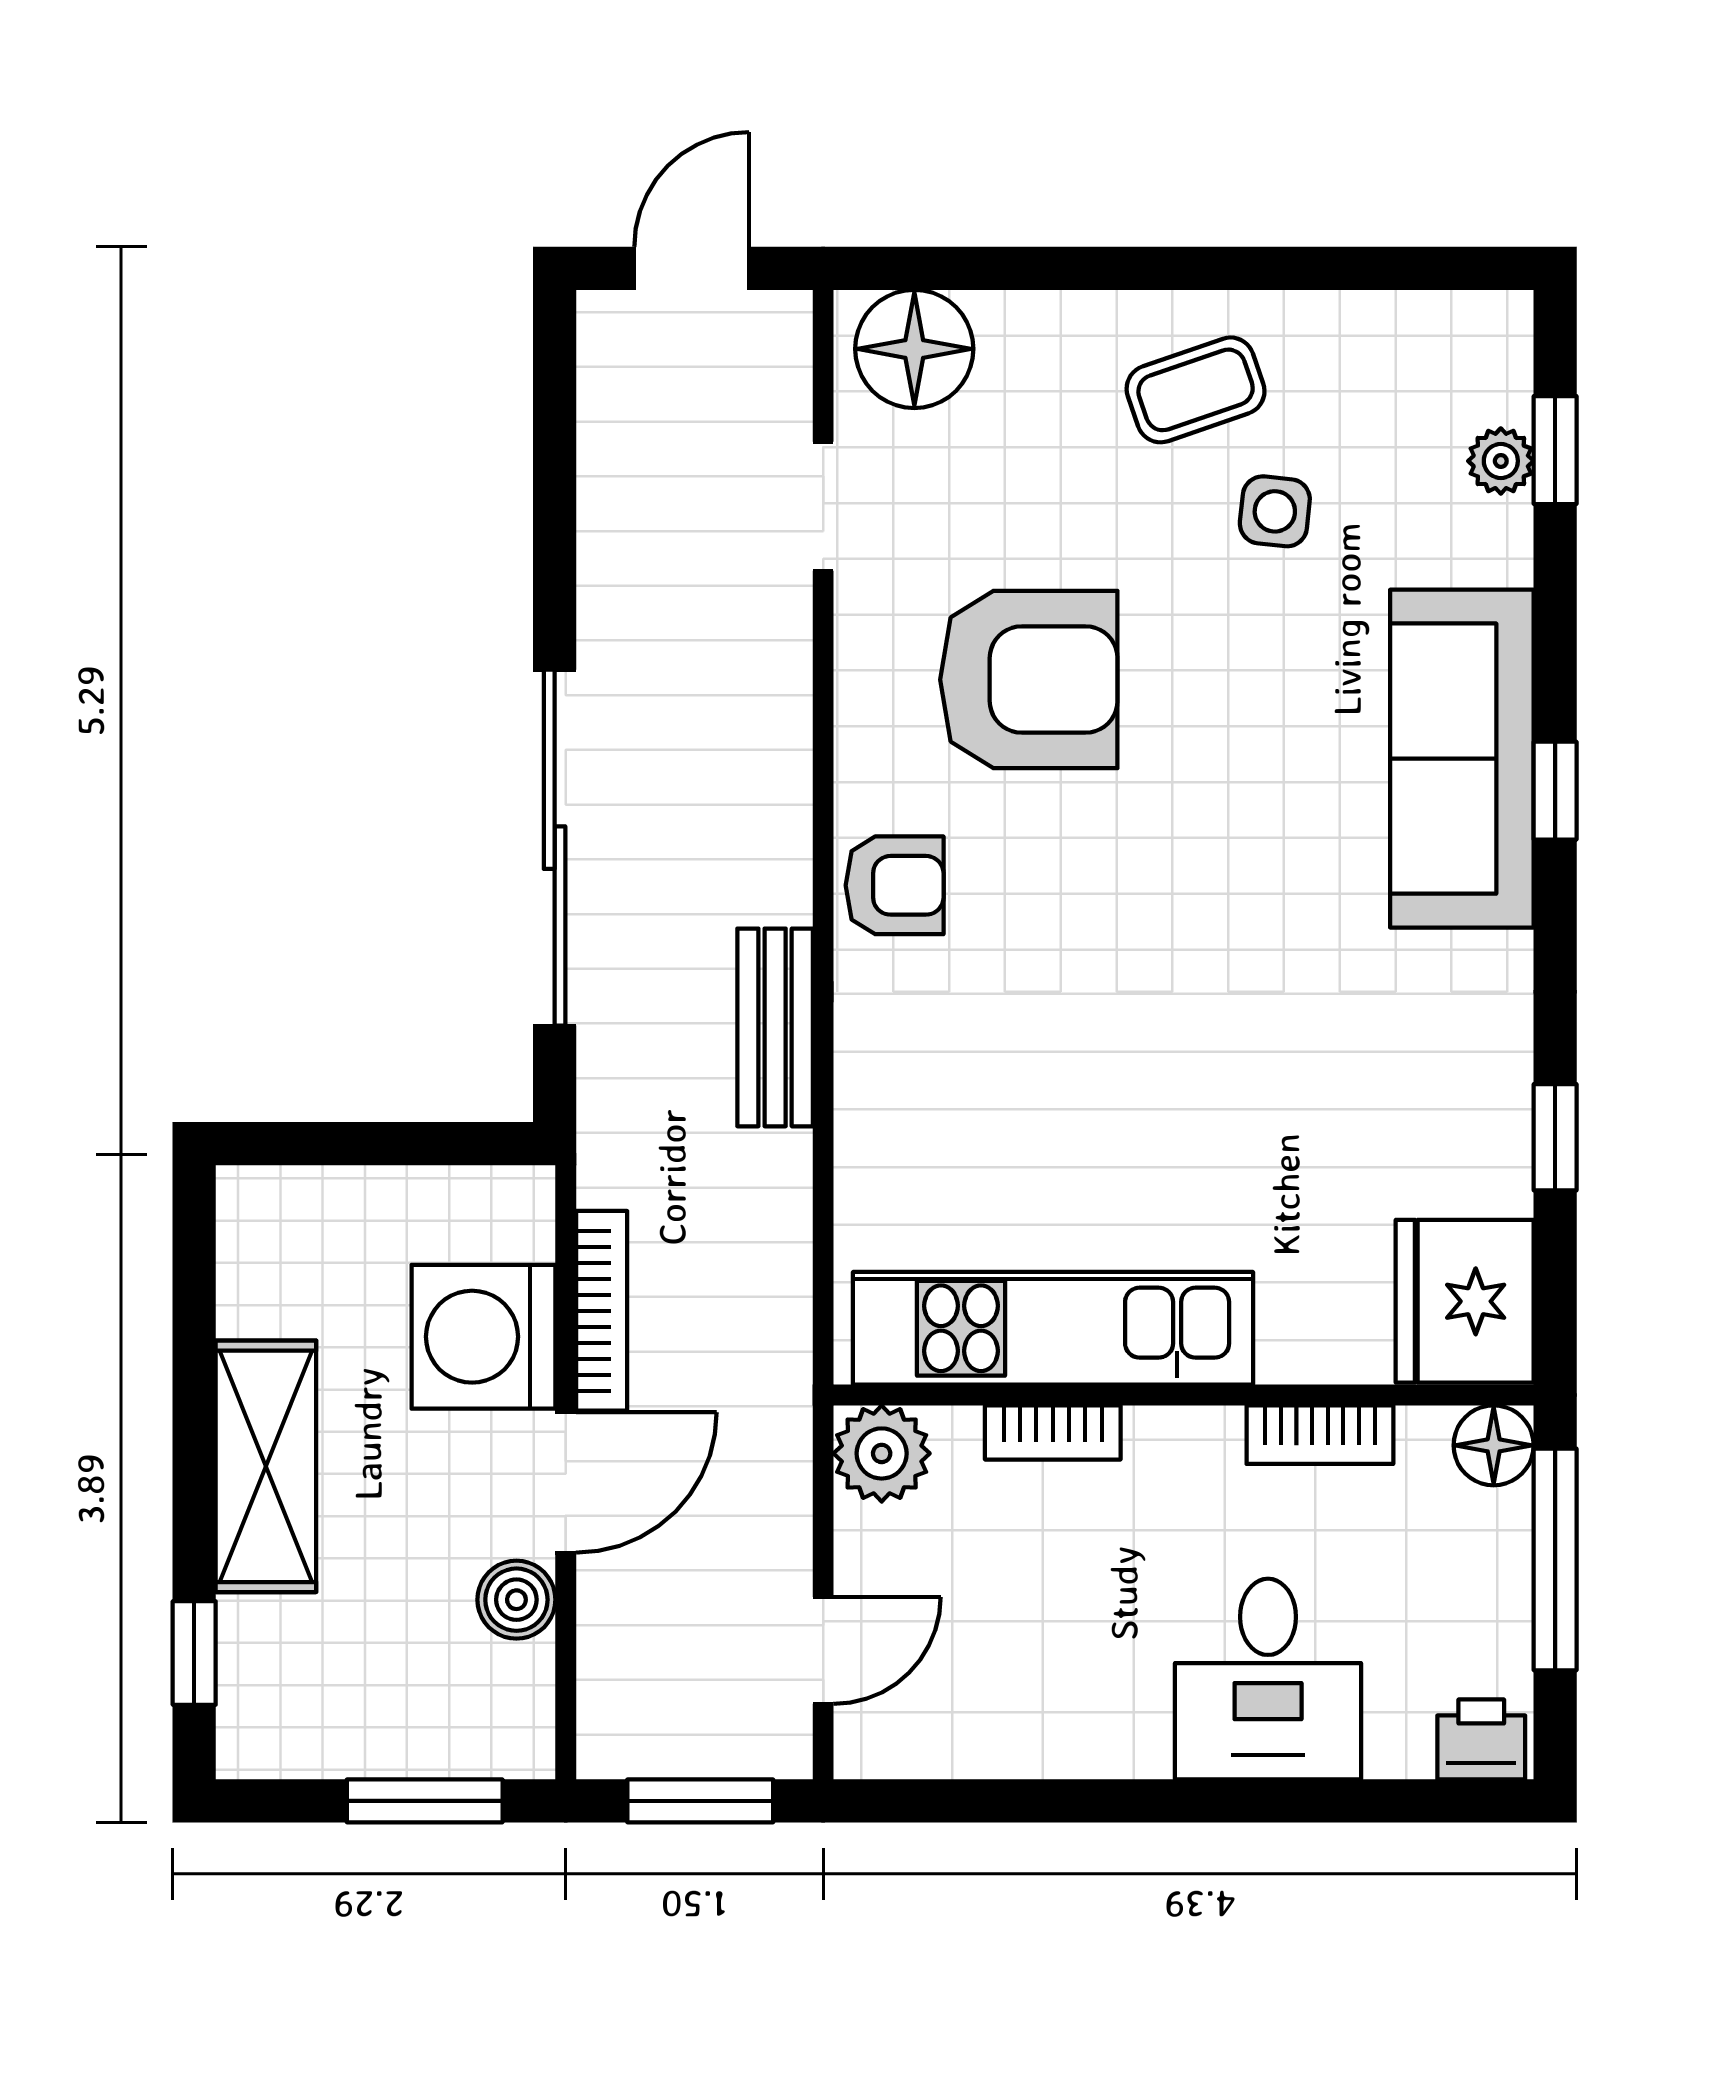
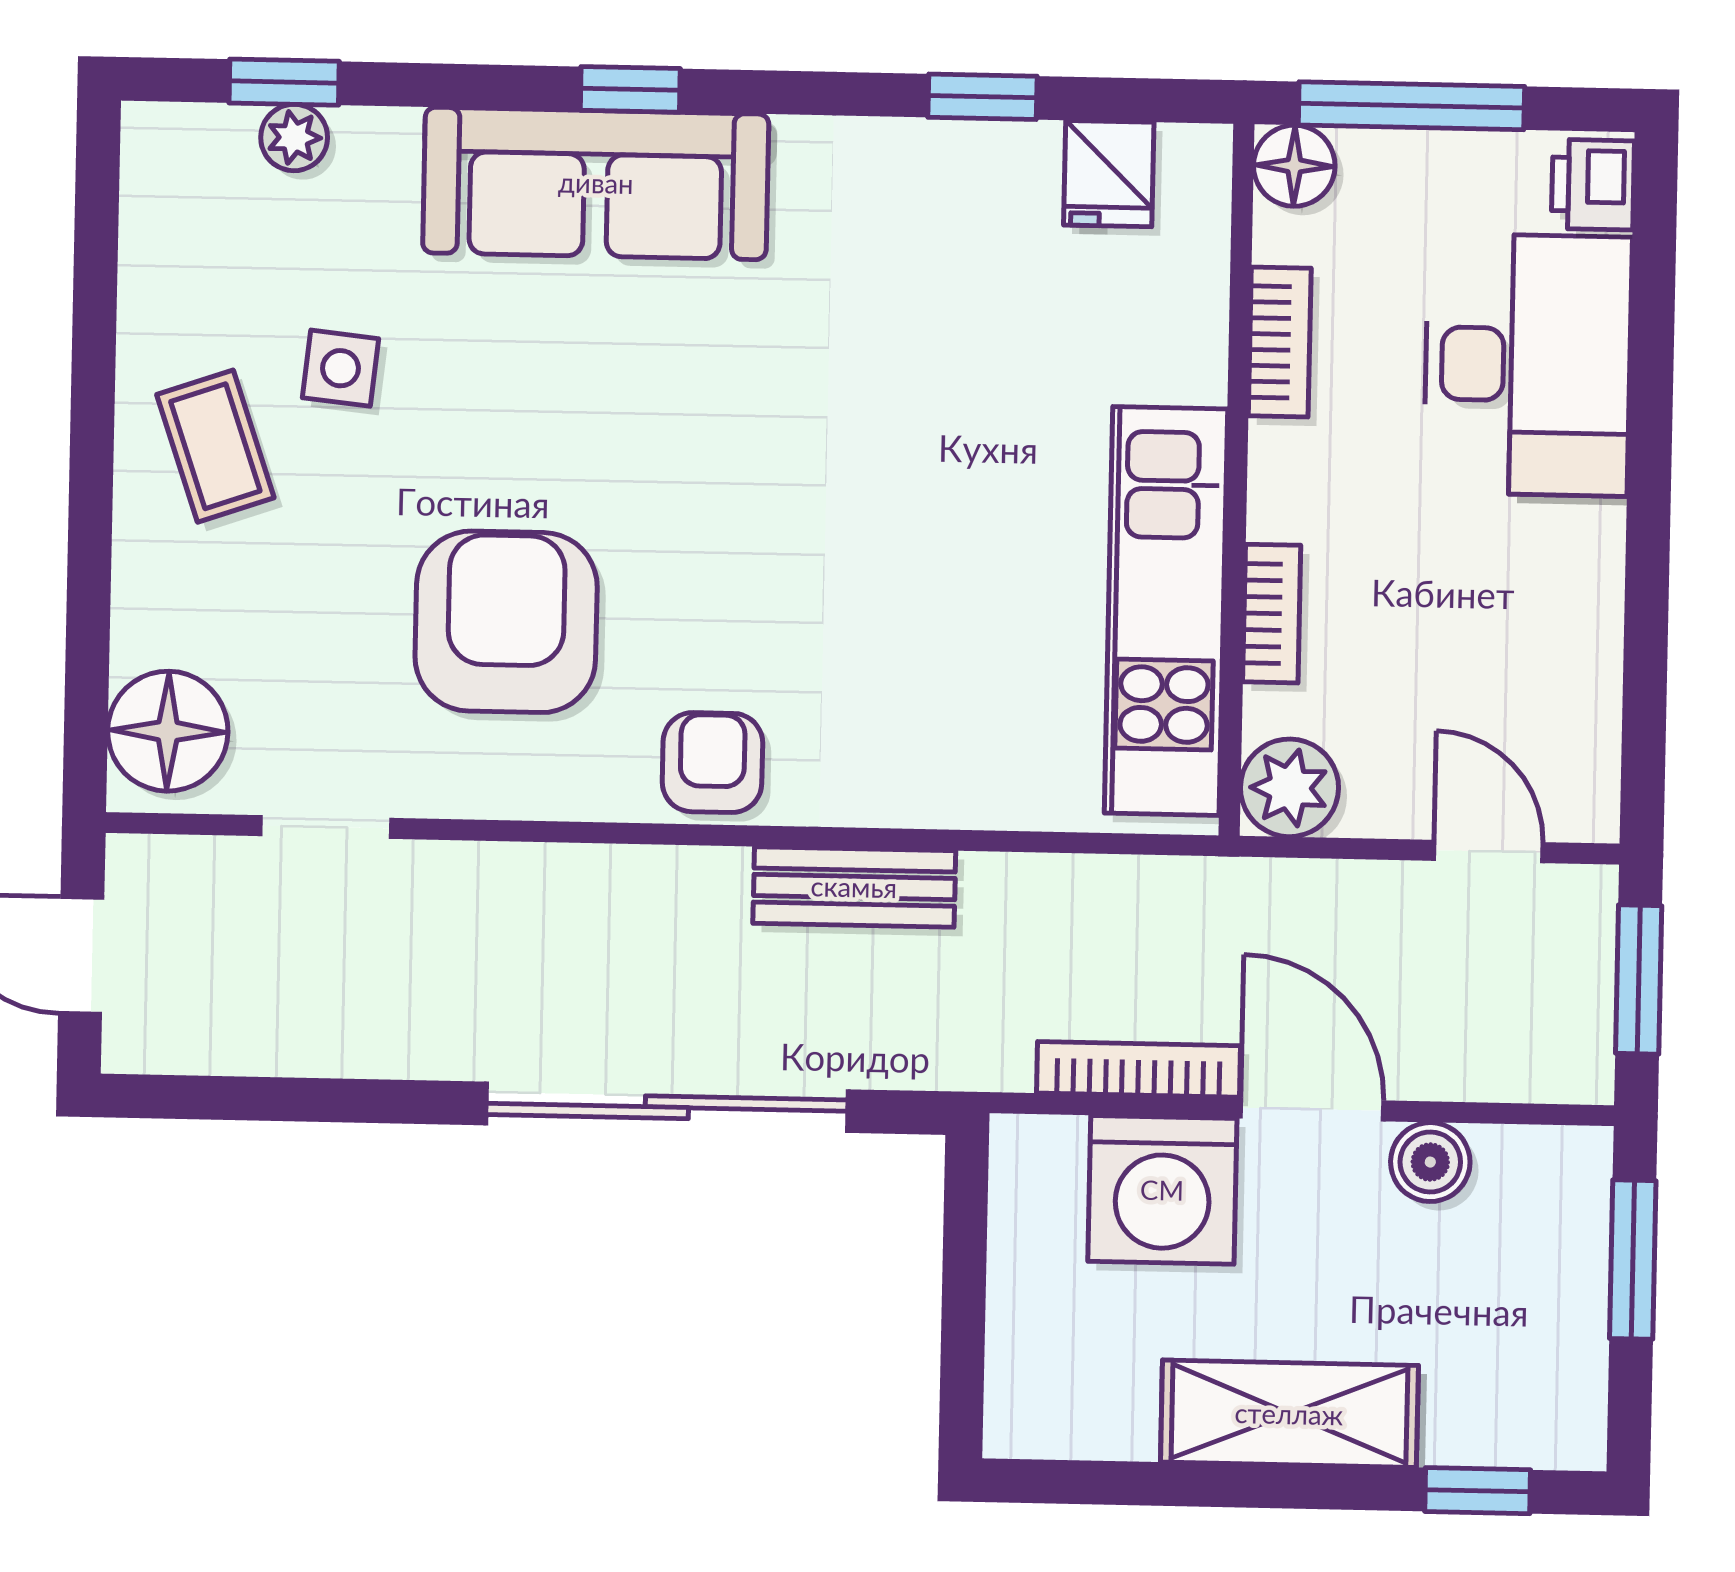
fridge: (1465, 1301) -> (1109, 174), width x0.53, depth x0.75
desk: (1268, 1679) -> (1528, 365), width x1.37

